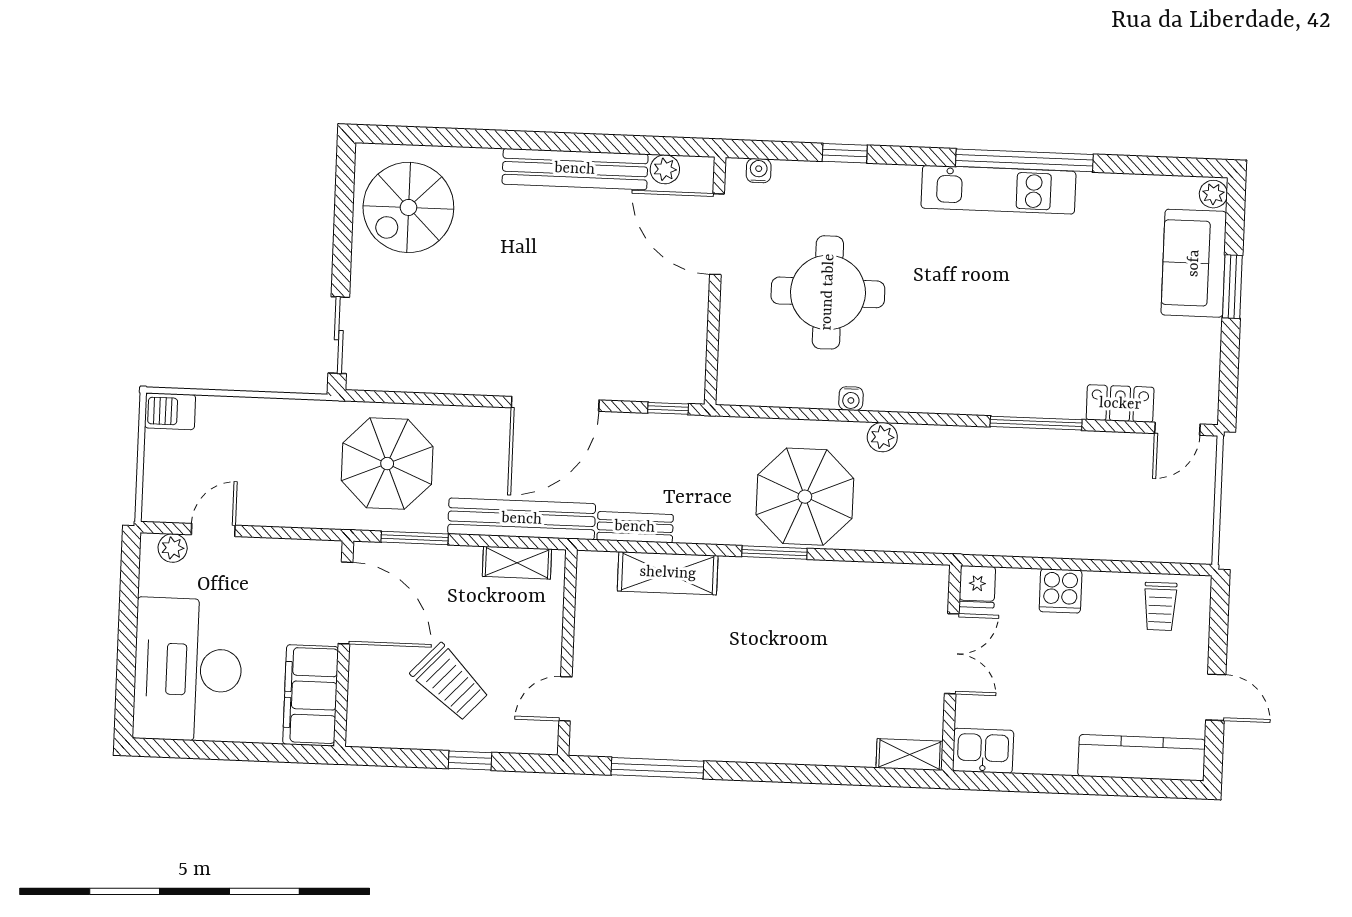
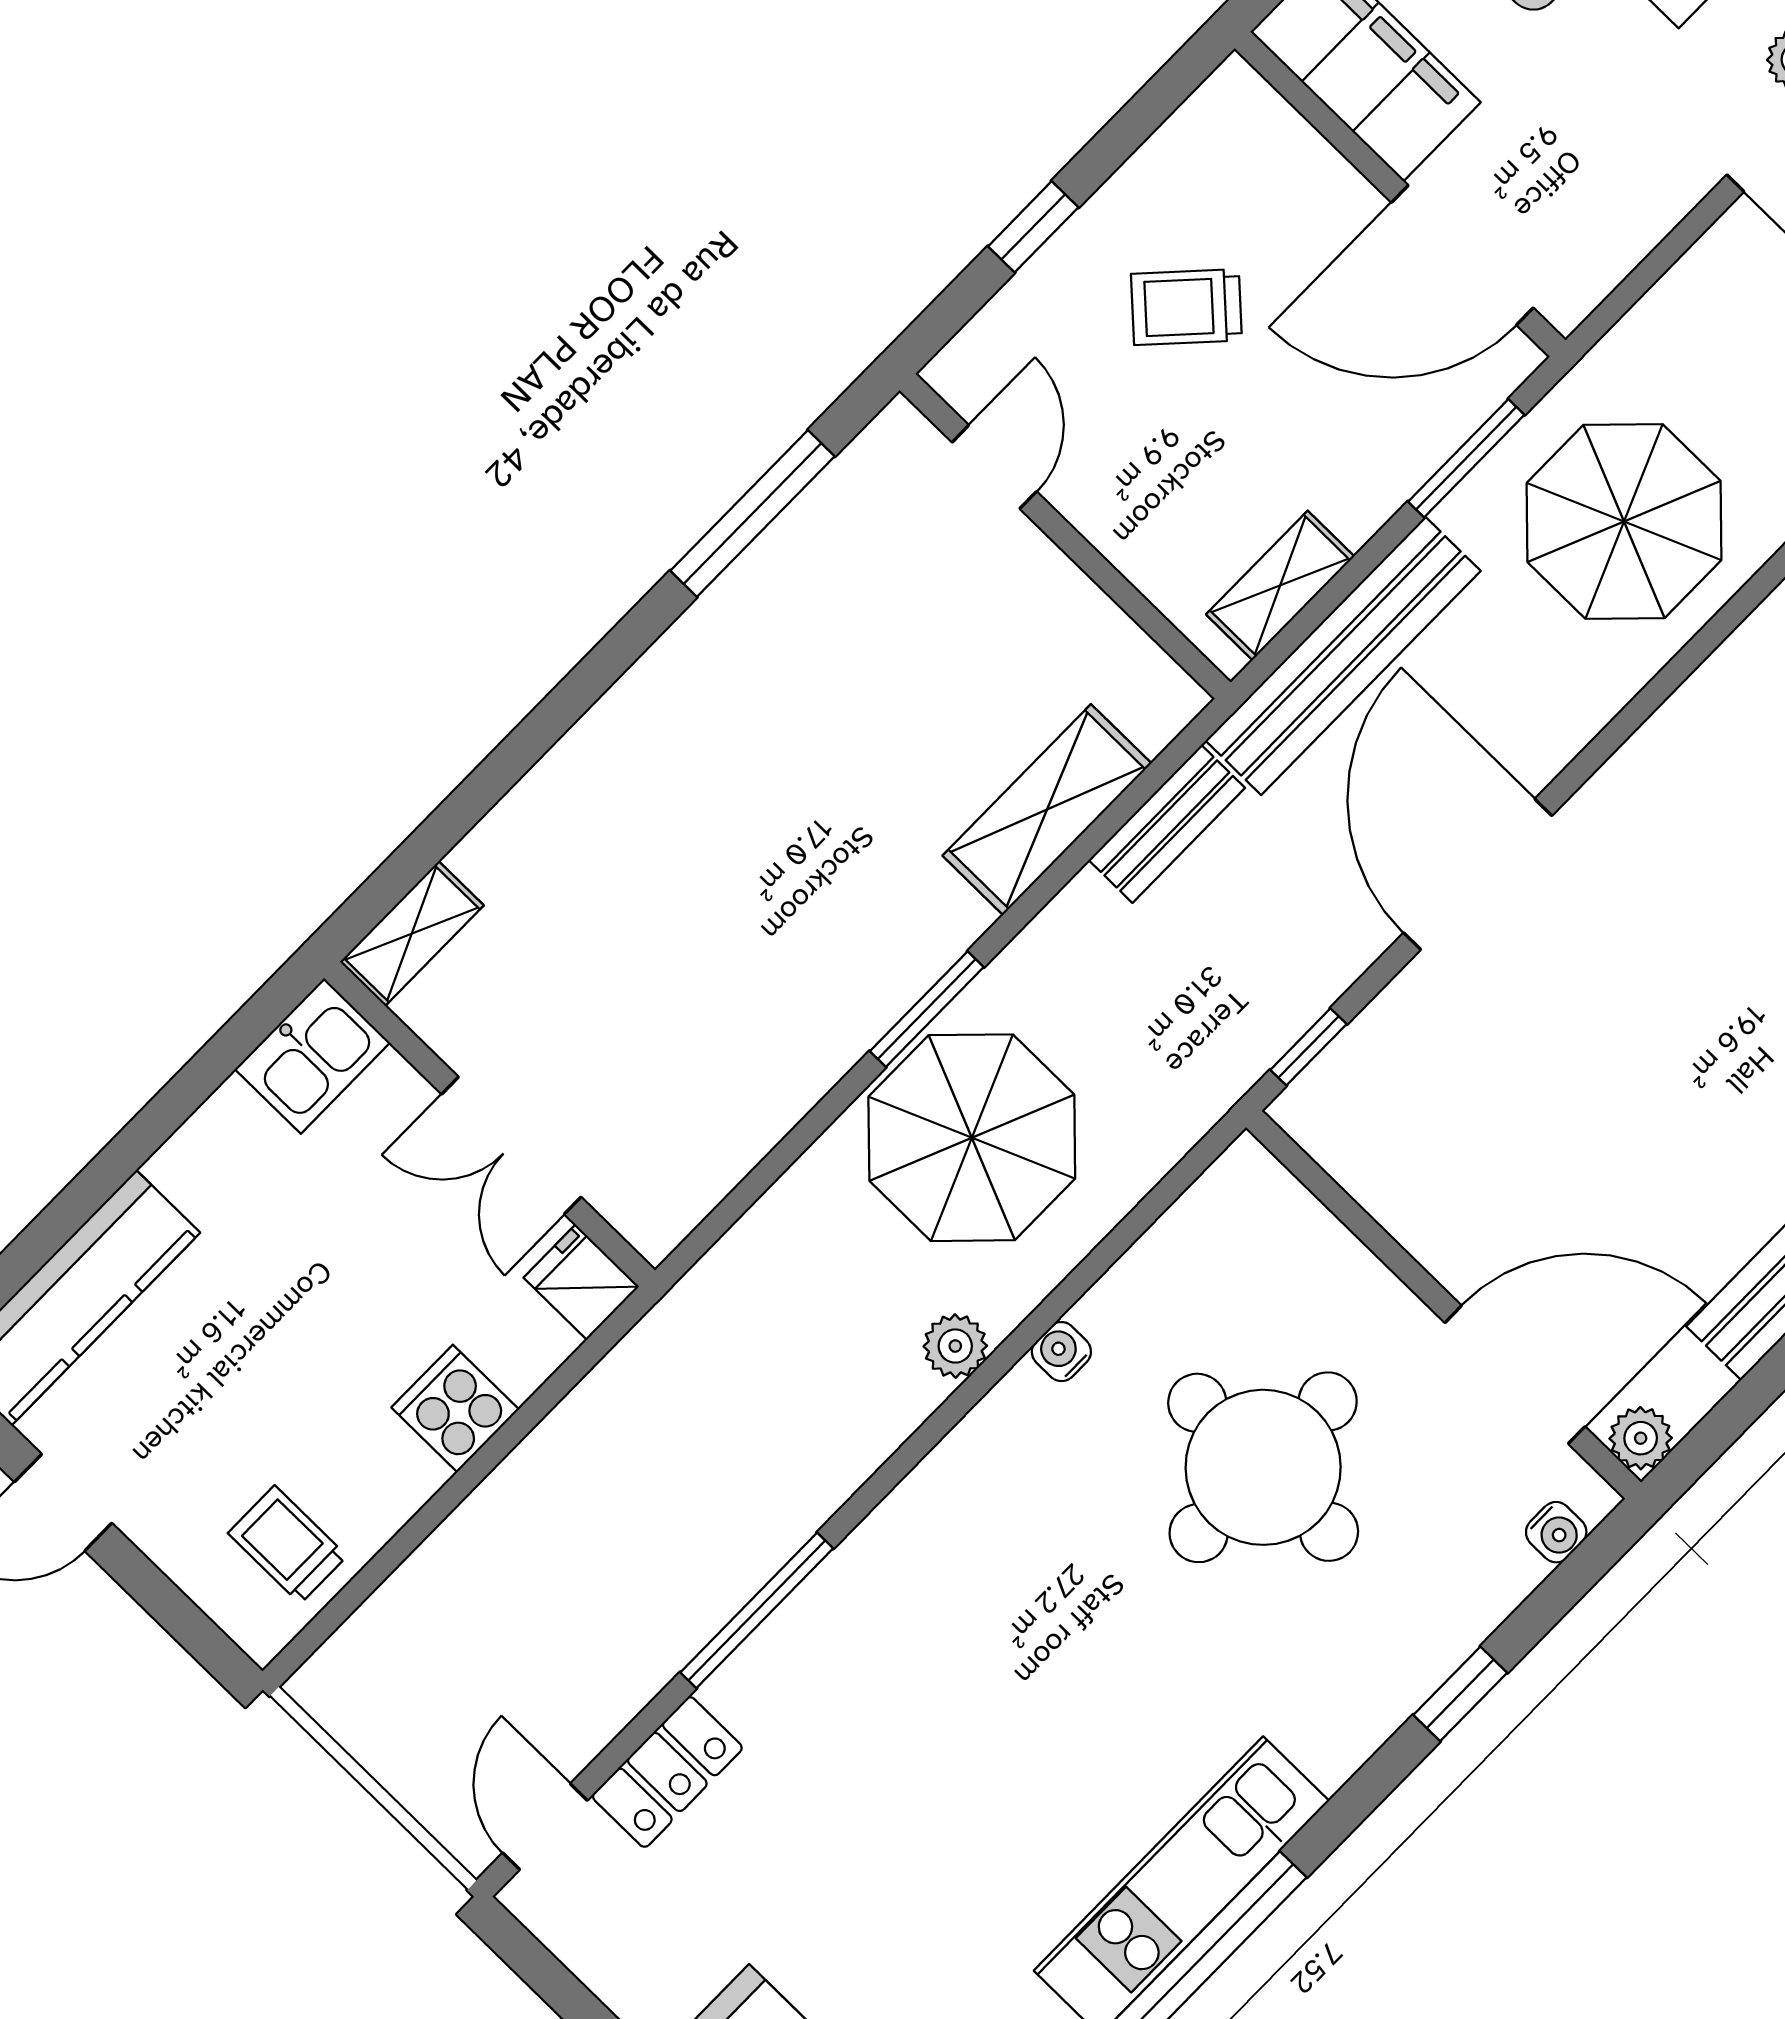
plant: (665, 169) -> (1641, 1438), moved
trolley: (450, 682) -> (1187, 307), width x0.73, depth x0.72

